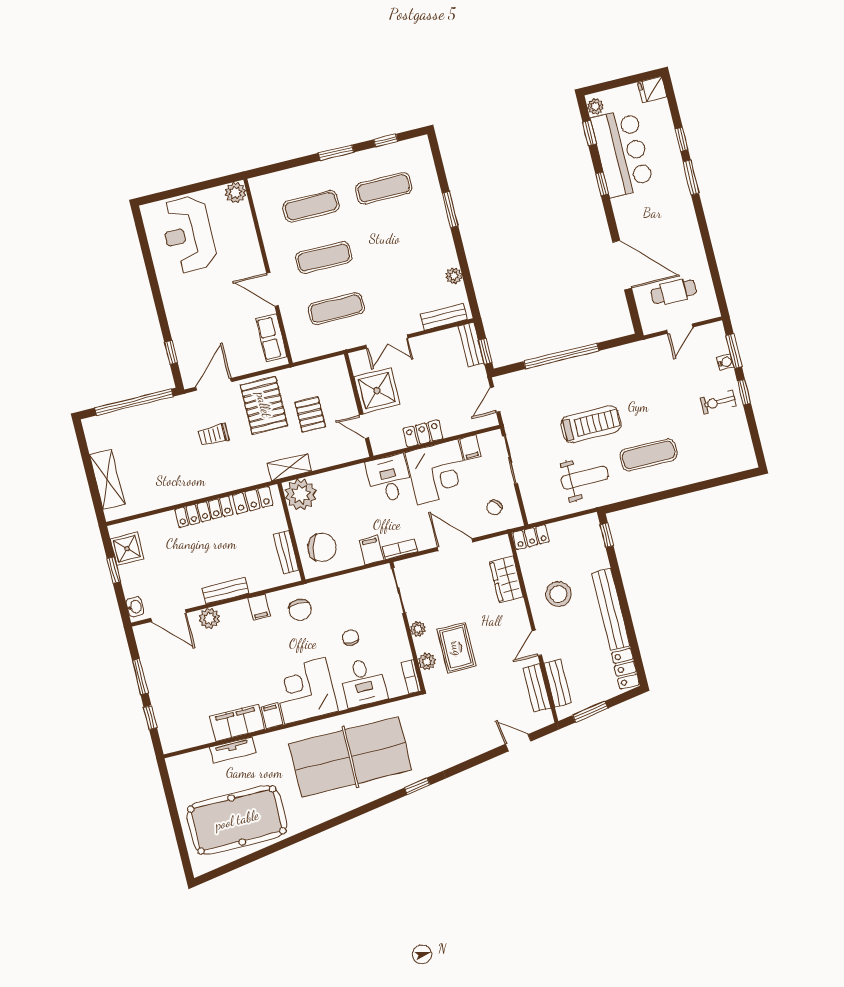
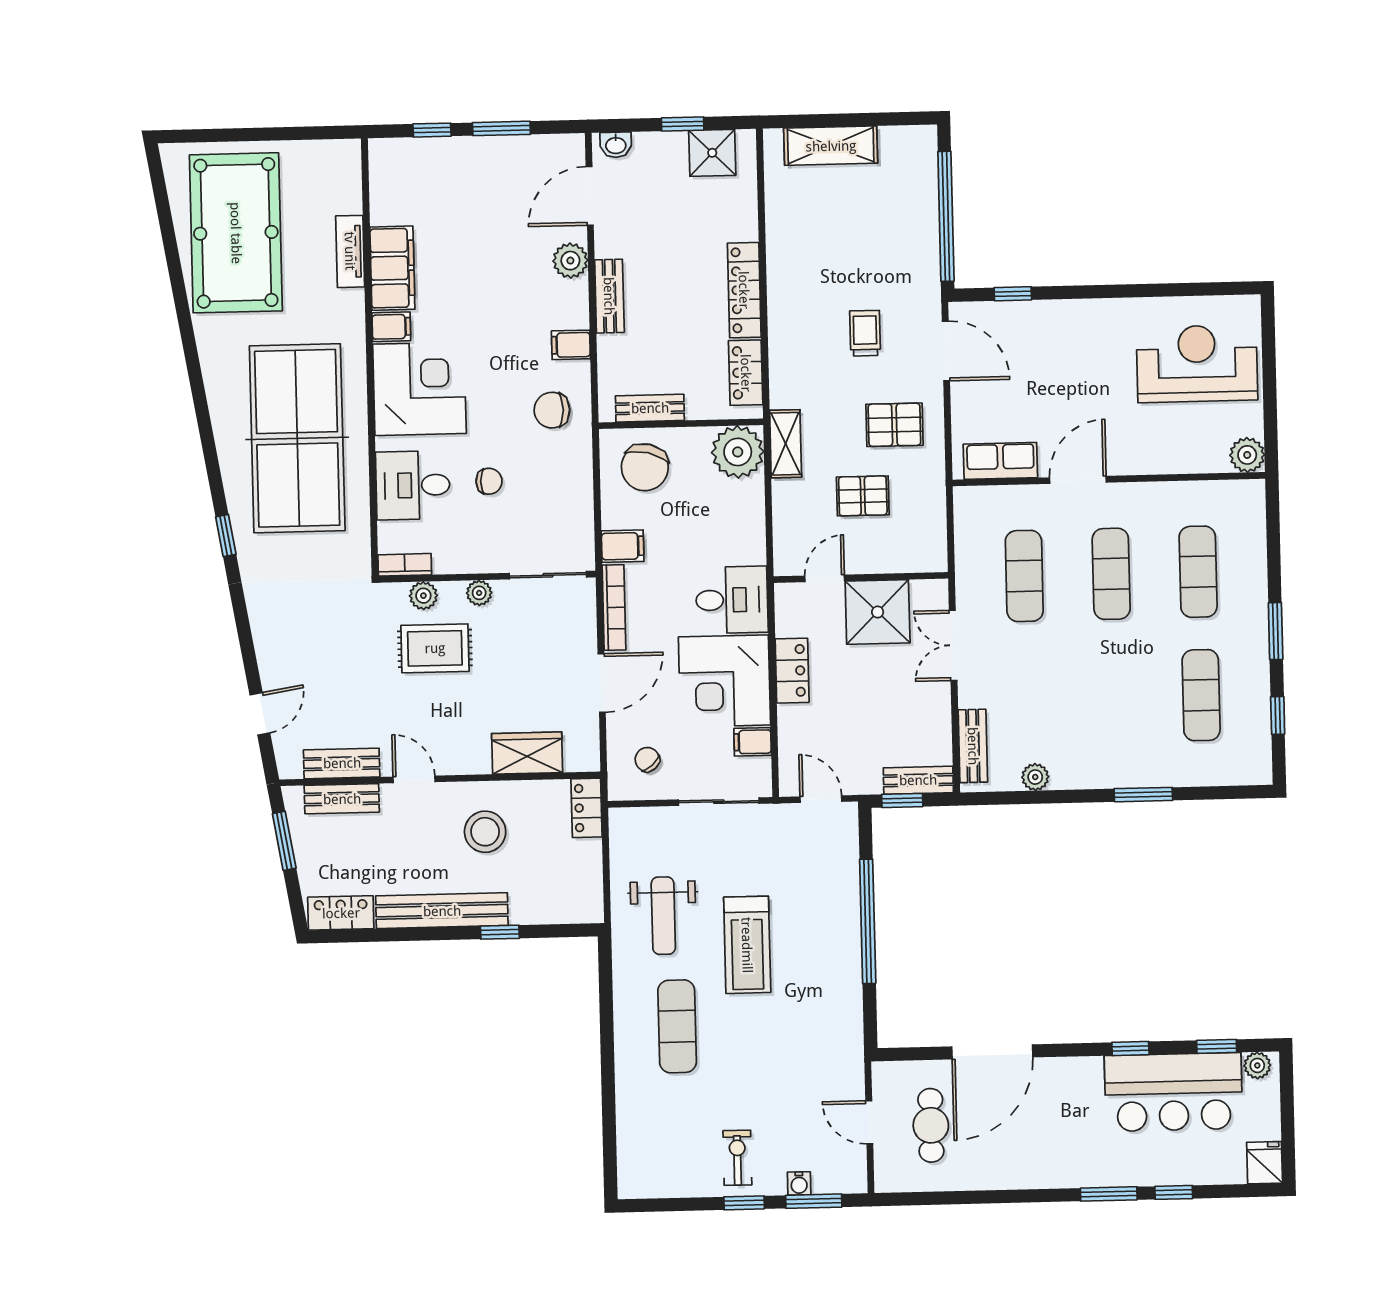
pallet: (264, 405) -> (894, 425), width x0.67, depth x0.71
window: (607, 535) -> (500, 932), moved
bookcase: (400, 549) -> (614, 607), width x1.56

